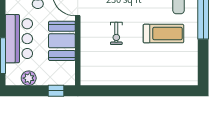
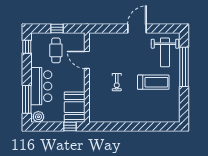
booth: (62, 41) -> (75, 107), moved
plant: (29, 78) -> (38, 117), moved

